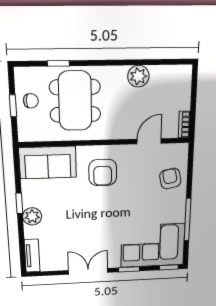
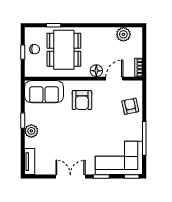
plant: (138, 76) -> (123, 34), moved
floor lamp: (123, 131) -> (96, 71), added

